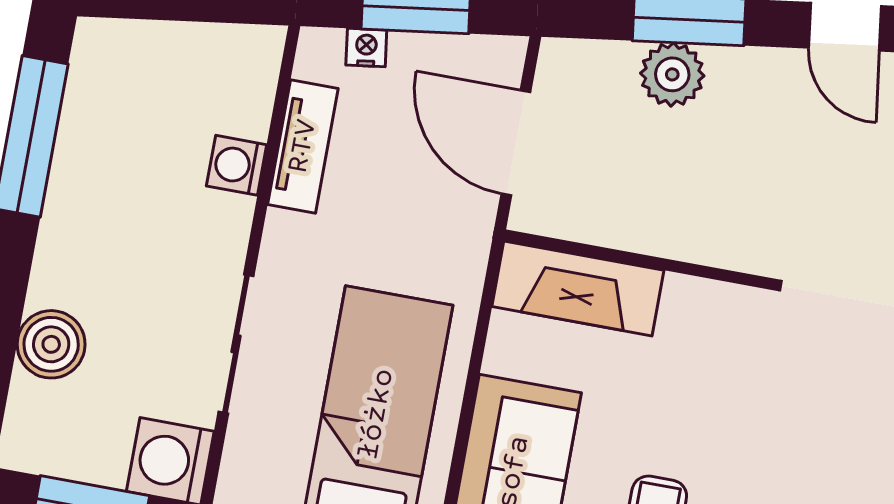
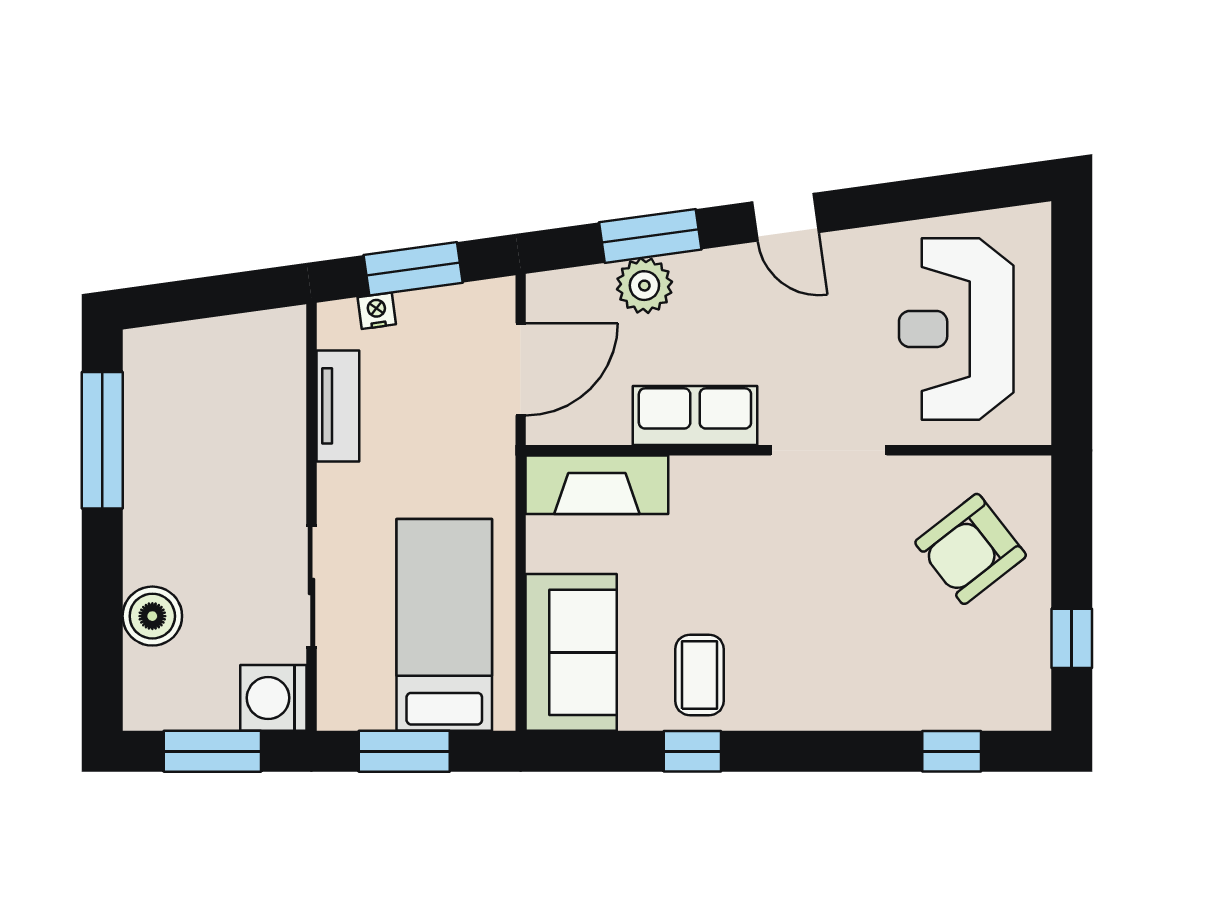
door: (516, 143) -> (521, 369), swing flipped
washing machine: (237, 165) -> (284, 433), removed
row of seats: (702, 231) -> (695, 416), added

